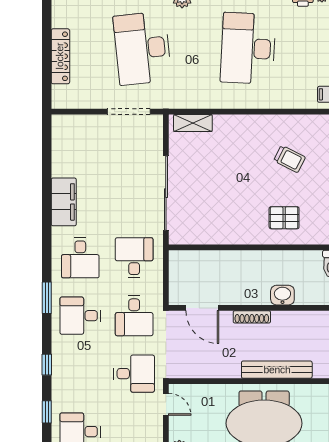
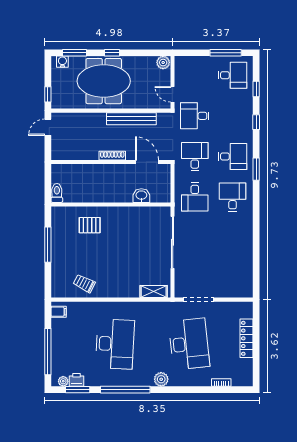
trolley: (289, 159) -> (84, 283), moved
filing cabinet: (64, 202) -> (244, 236), removed
washbasin: (282, 295) -> (141, 196), moved, turned 180
bench: (277, 370) -> (131, 119), moved

